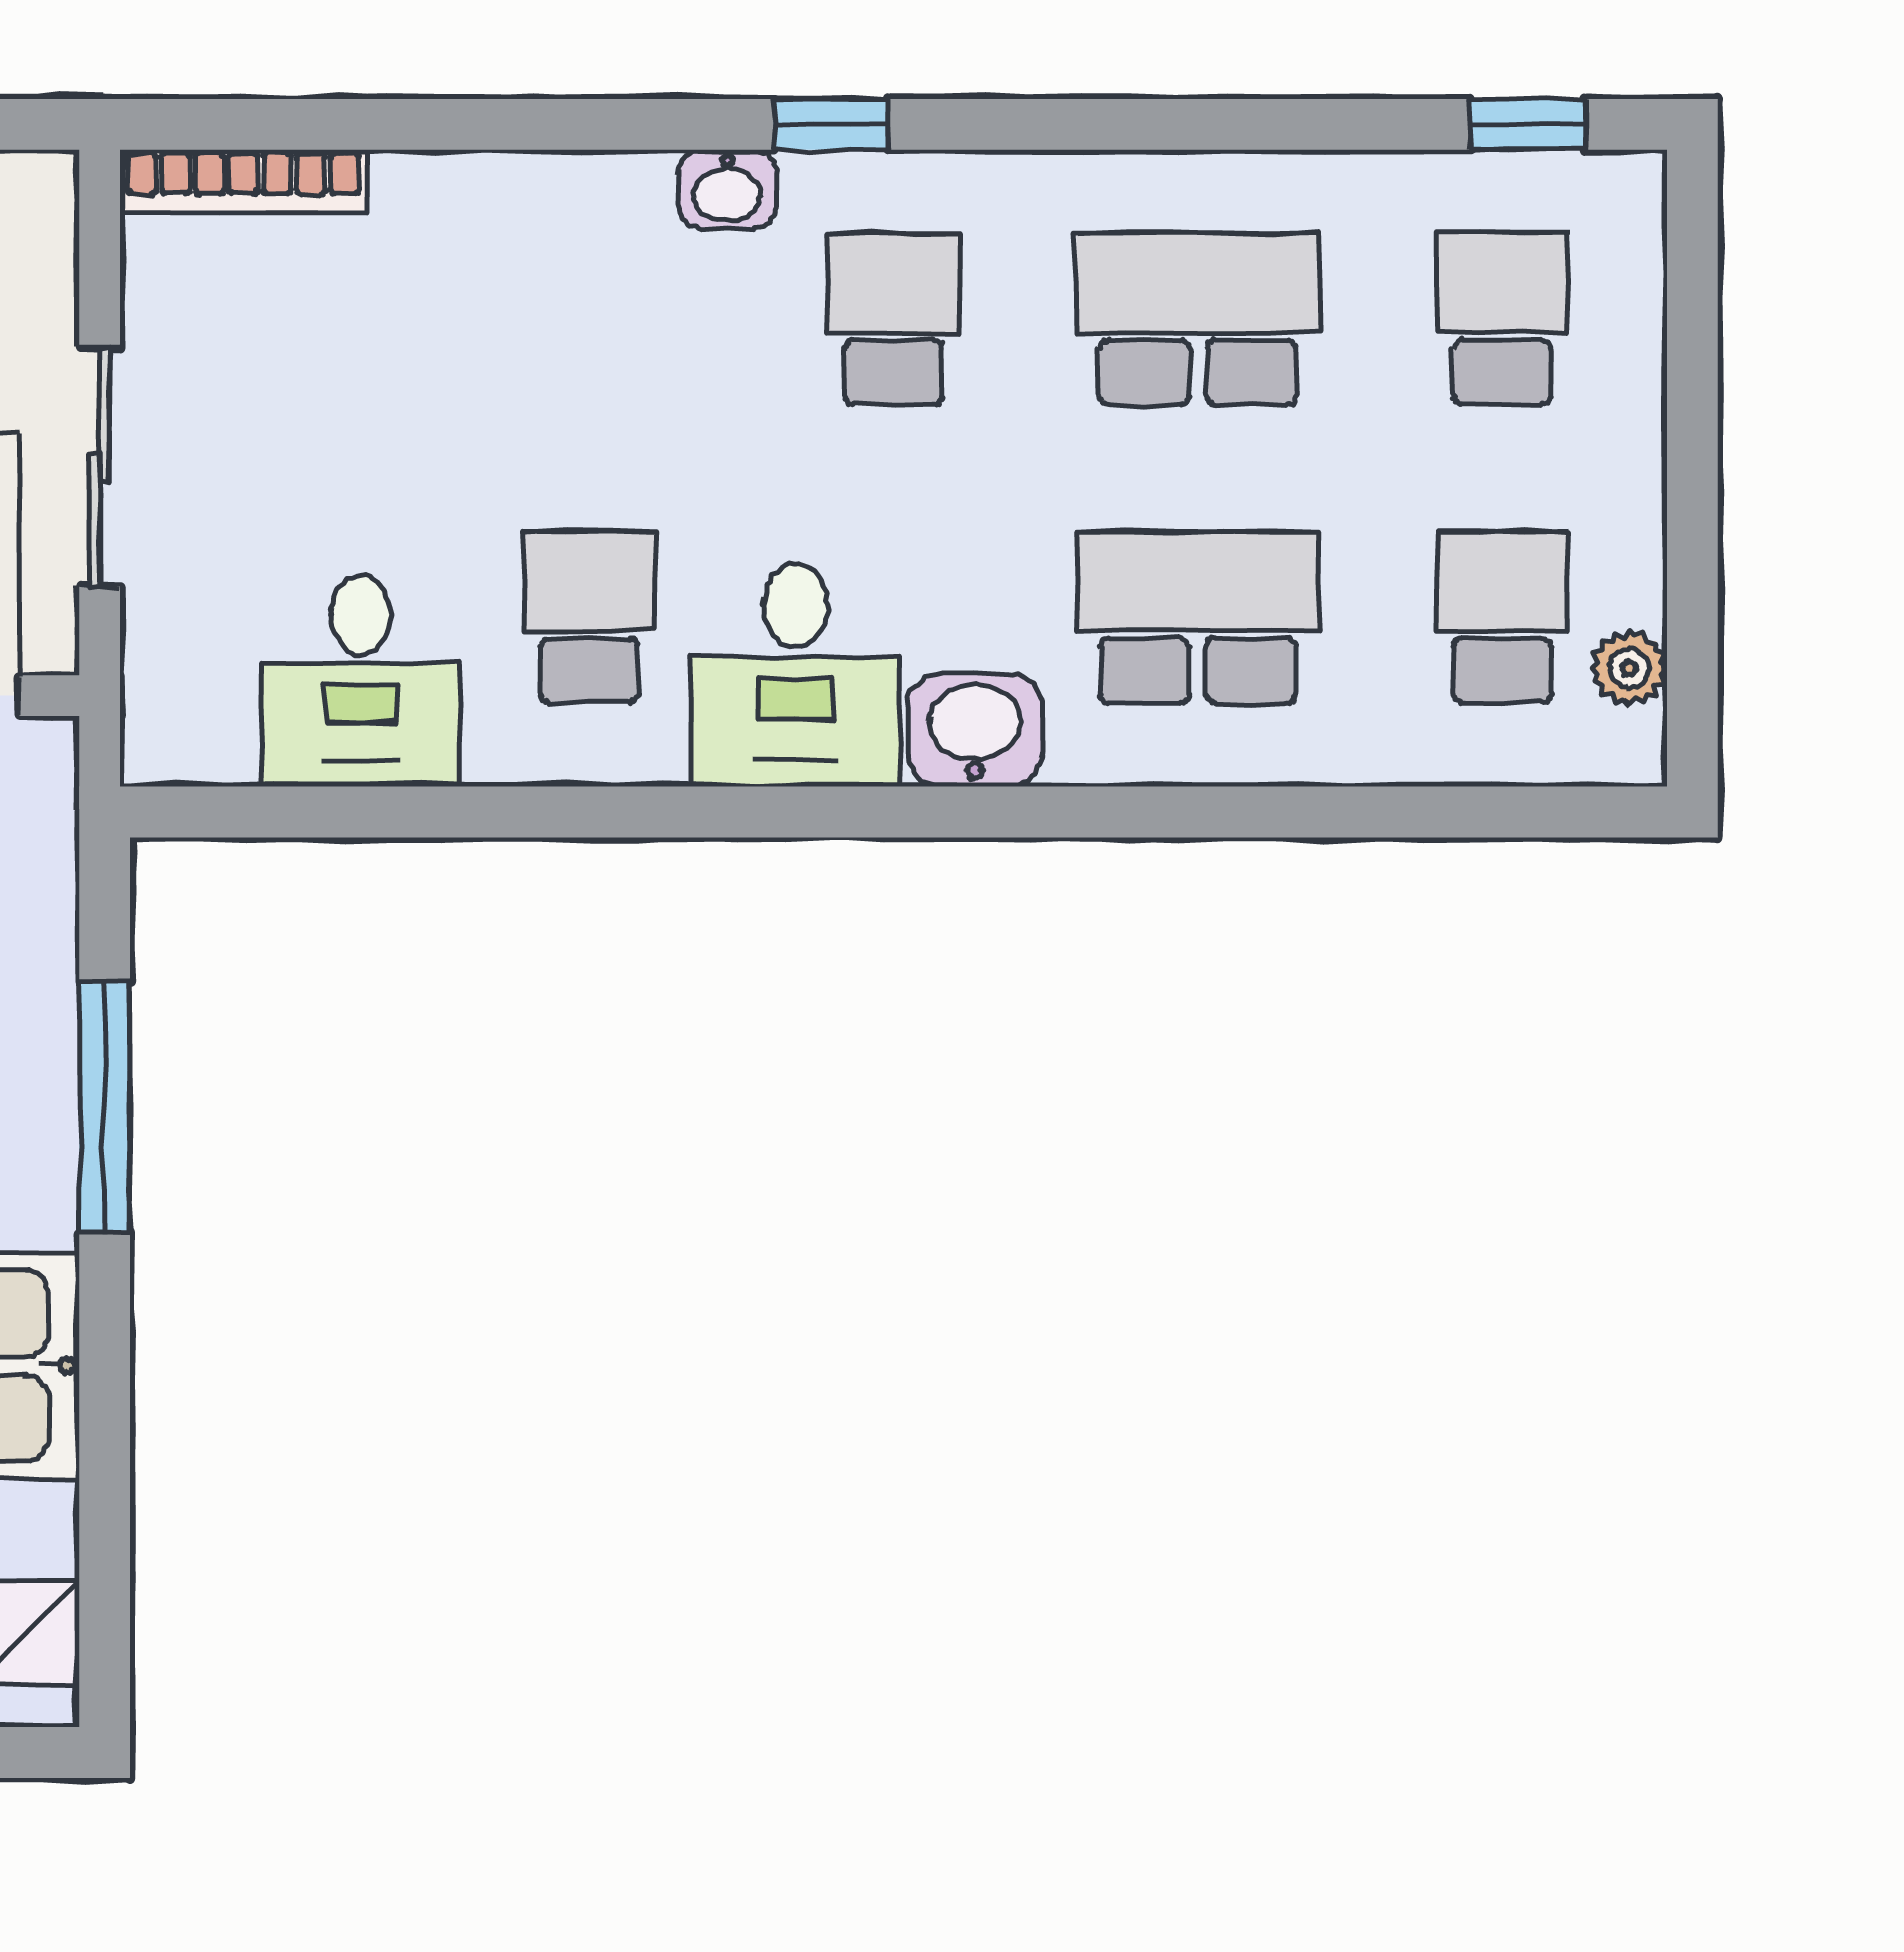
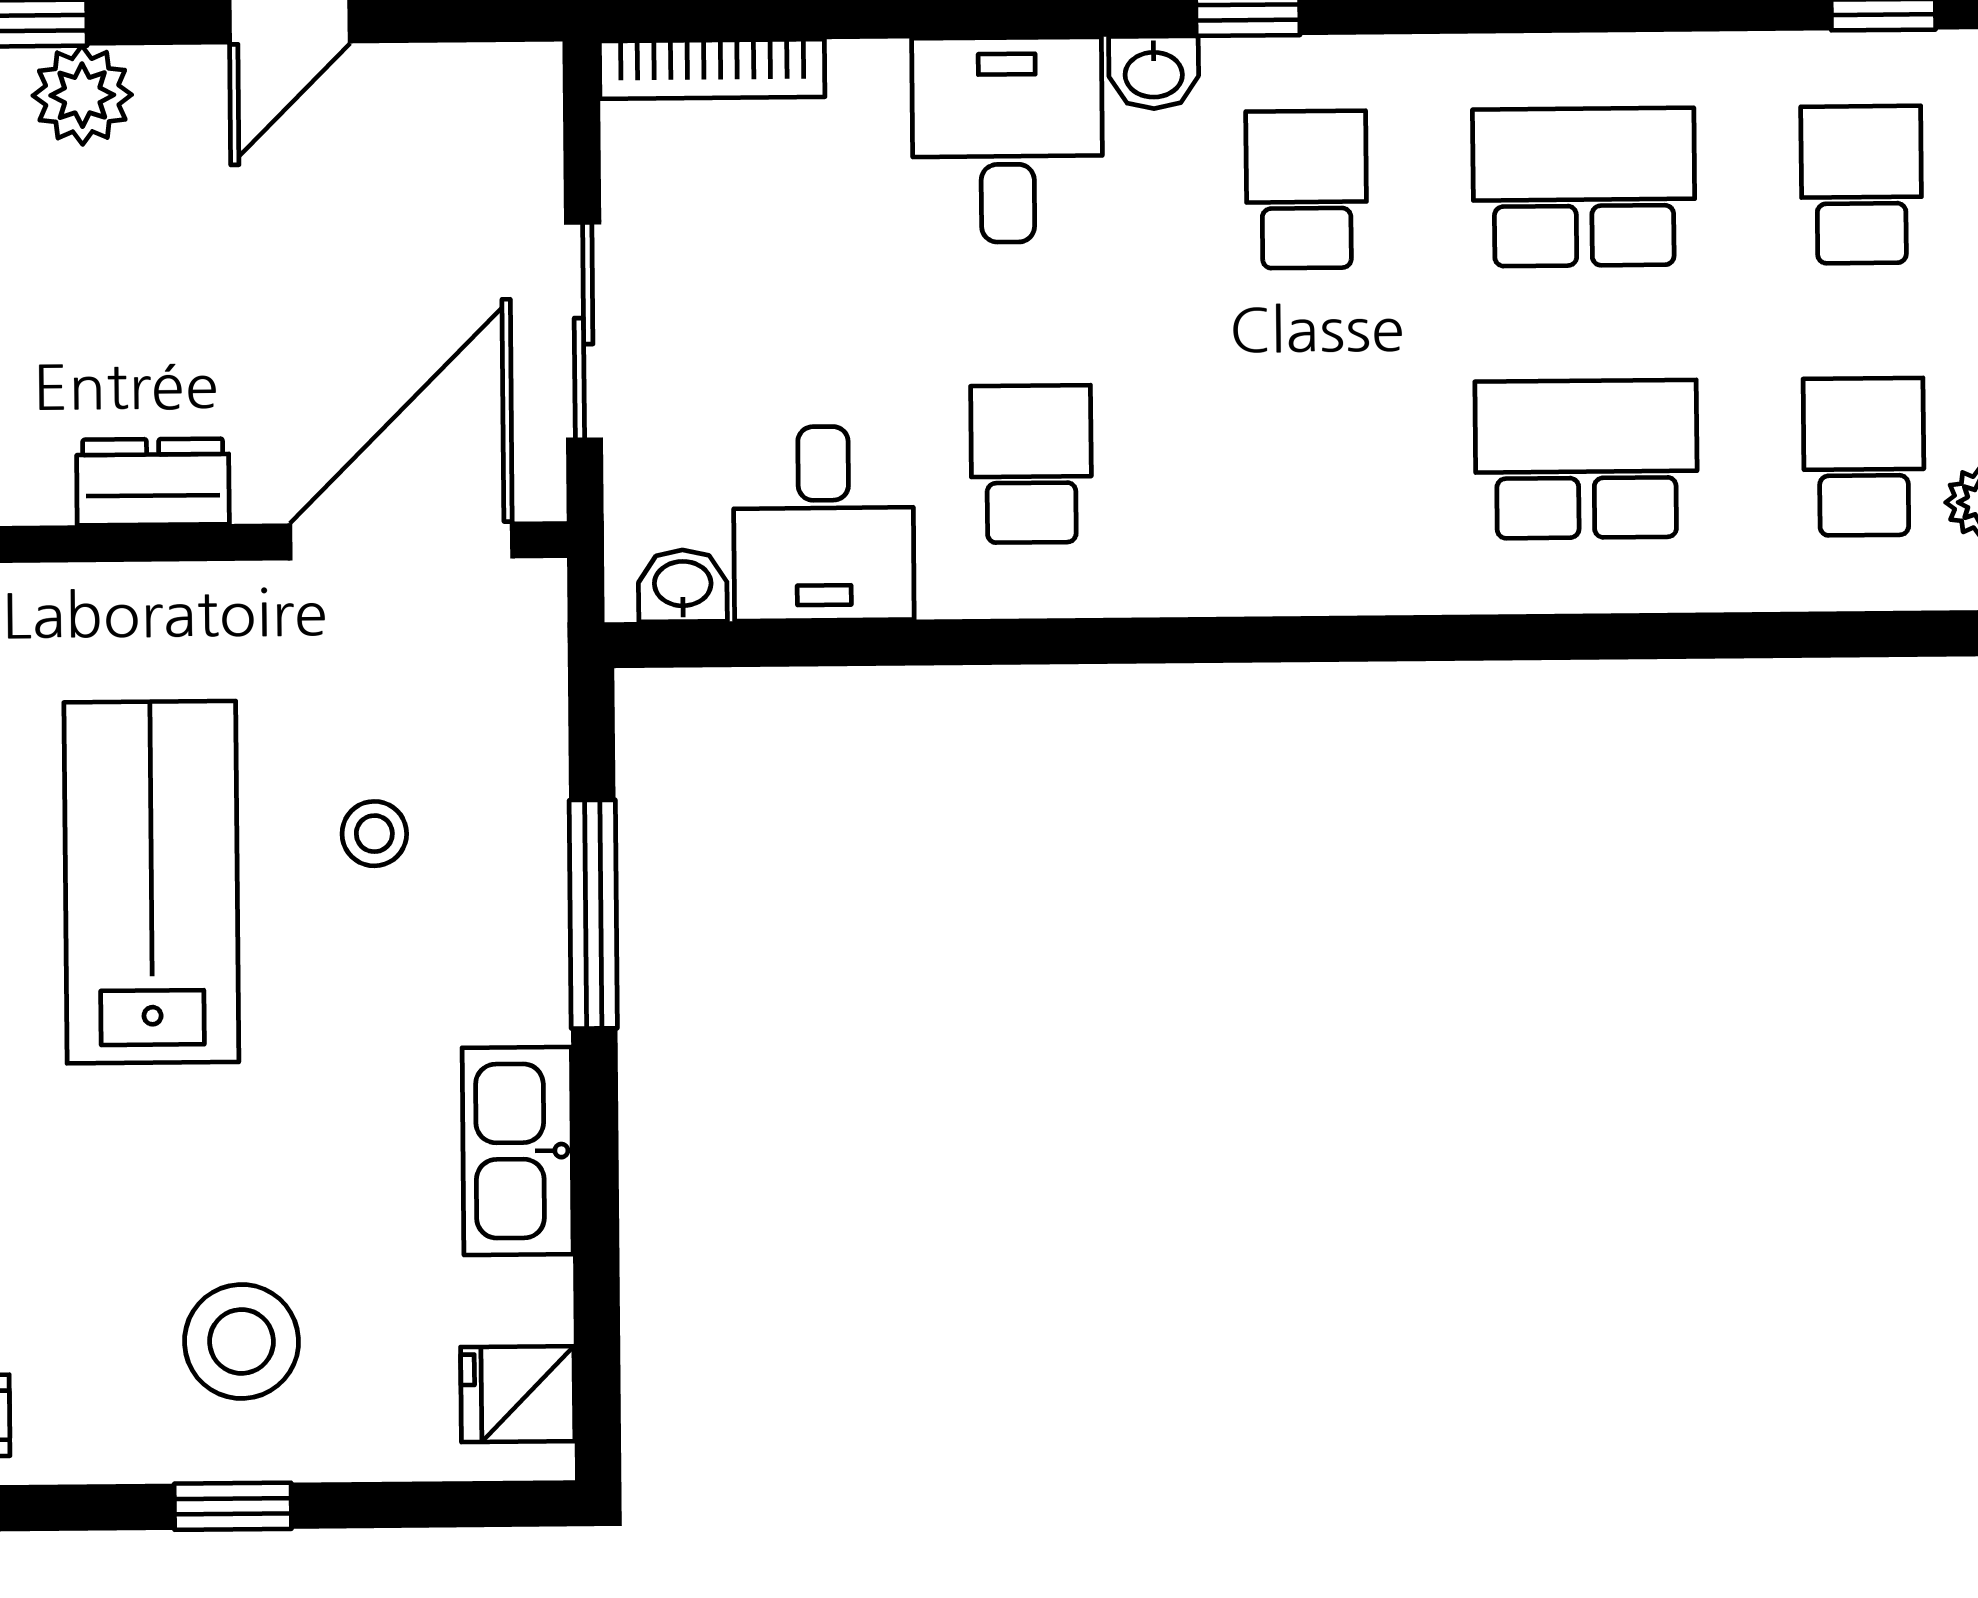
desk: (796, 675) -> (1007, 140), moved, turned 180
washbasin: (975, 730) -> (683, 586), moved, width x0.72, depth x0.69

